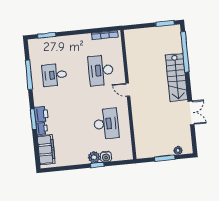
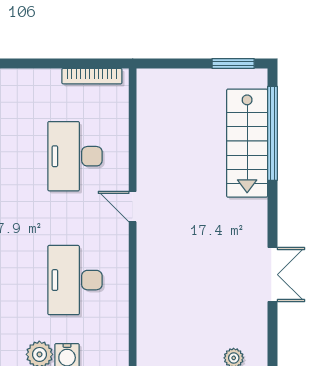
stairs: (176, 77) -> (247, 143), moved
desk: (106, 124) -> (75, 280), turned 180

